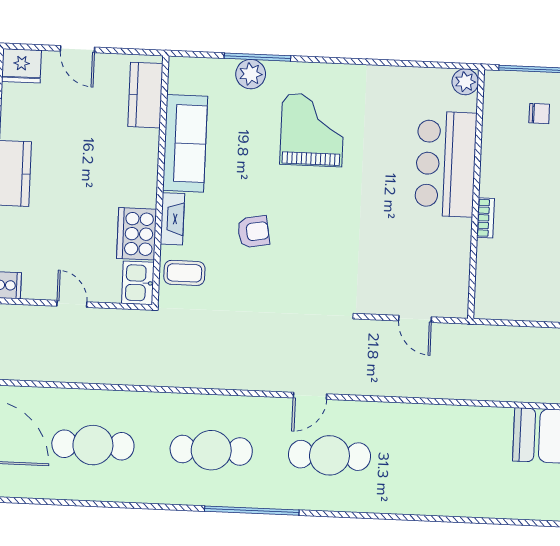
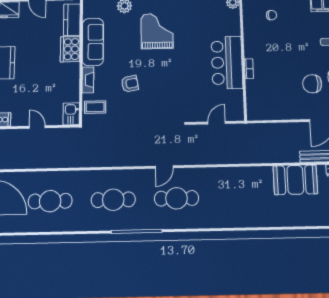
bar counter: (446, 164) -> (227, 63), moved
cooker: (137, 234) -> (70, 49), moved
door: (415, 319) -> (217, 123), swing flipped

